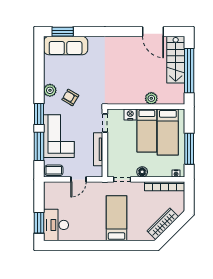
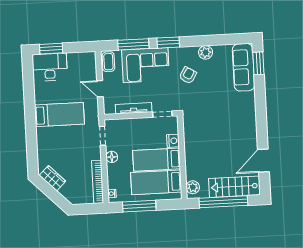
plant: (50, 90) -> (206, 52), moved
plant: (151, 98) -> (193, 187), moved
bed: (117, 218) -> (59, 115), moved
wardrobe: (163, 224) -> (52, 178), width x0.67

